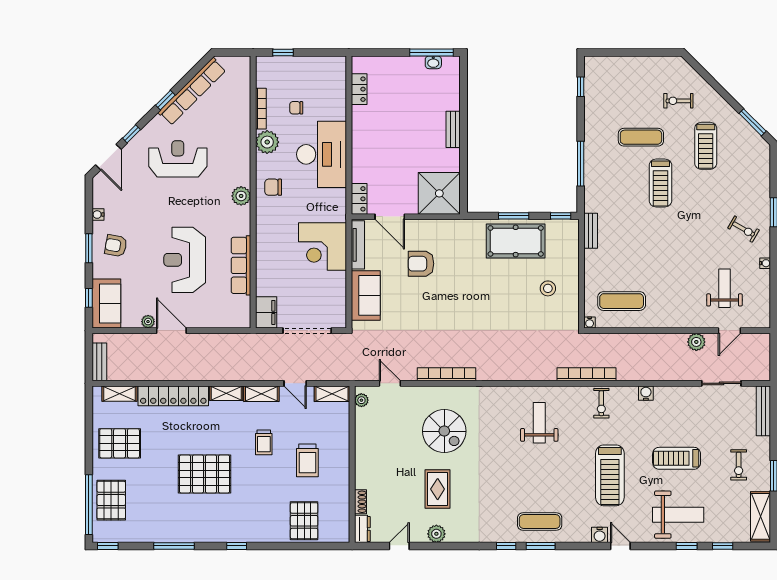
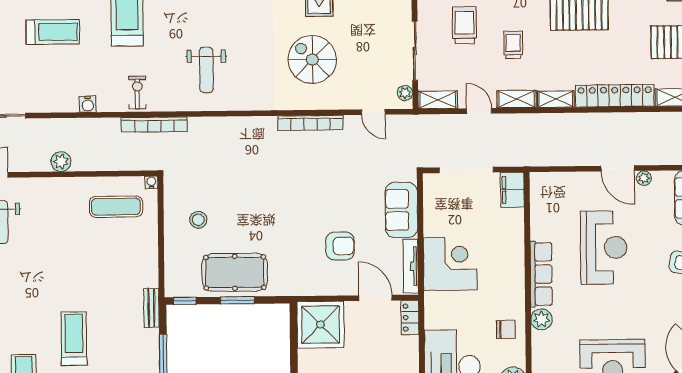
bench: (591, 231) -> (151, 308), moved
row of seats: (241, 265) -> (541, 274), moved
plant: (696, 342) -> (61, 162), moved
sliding door: (352, 438) -> (415, 51), added

